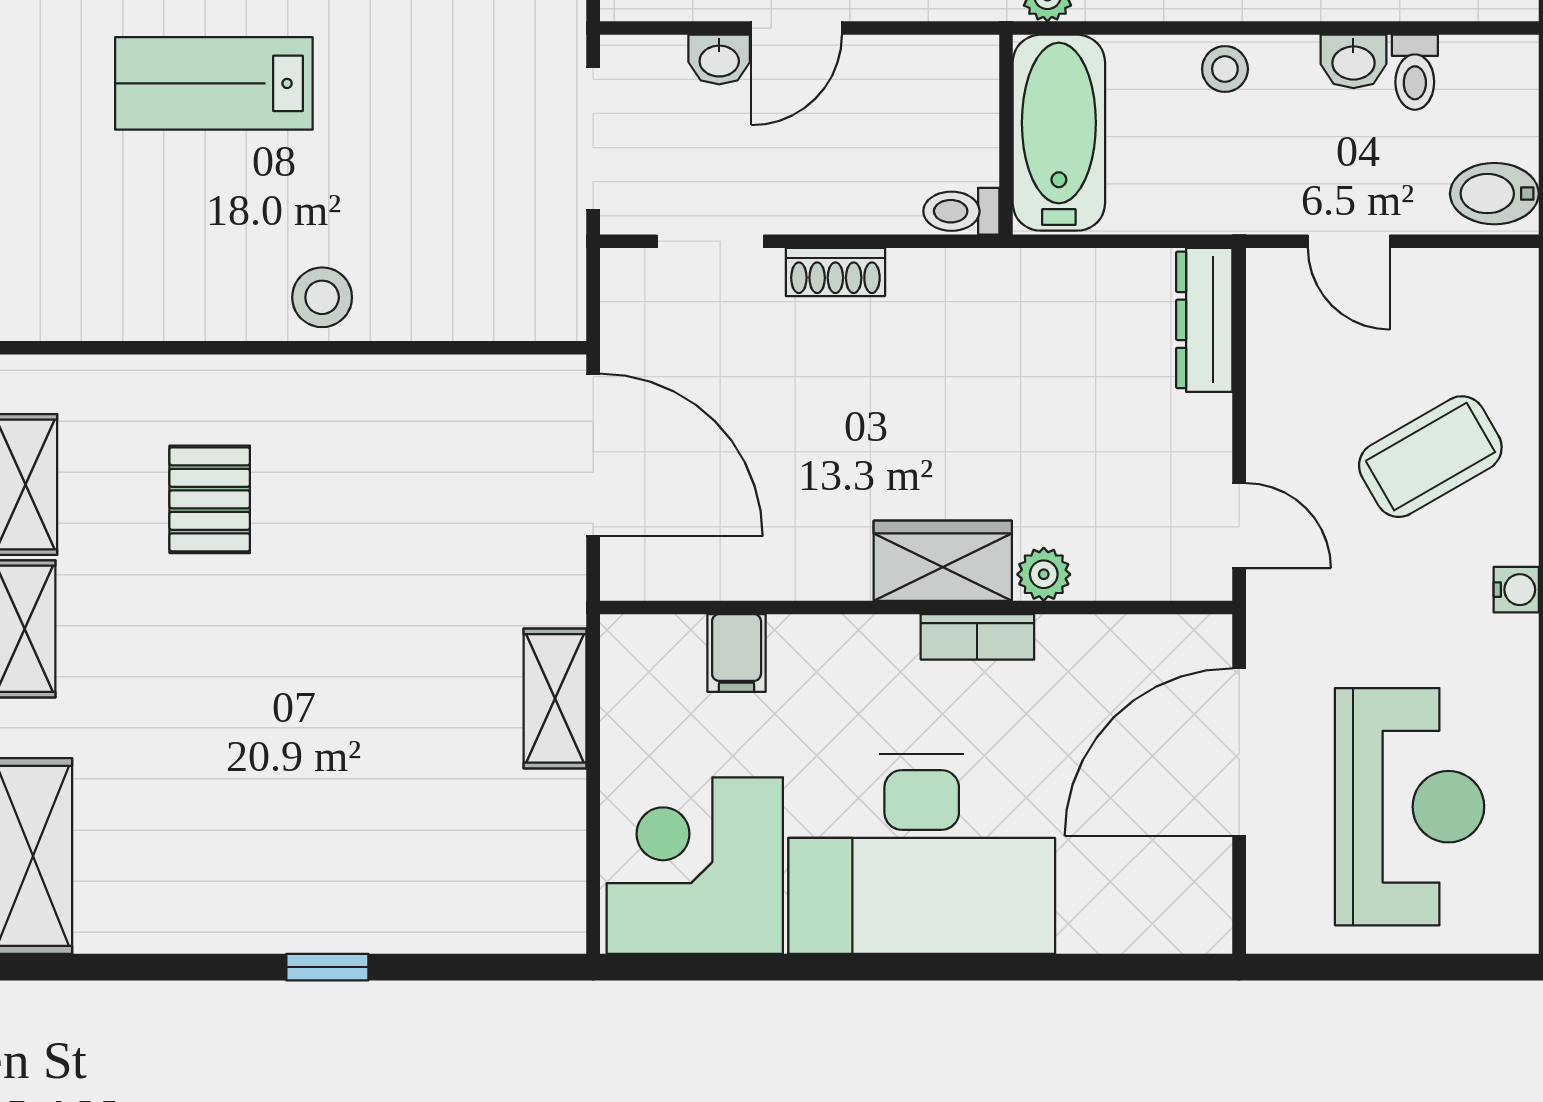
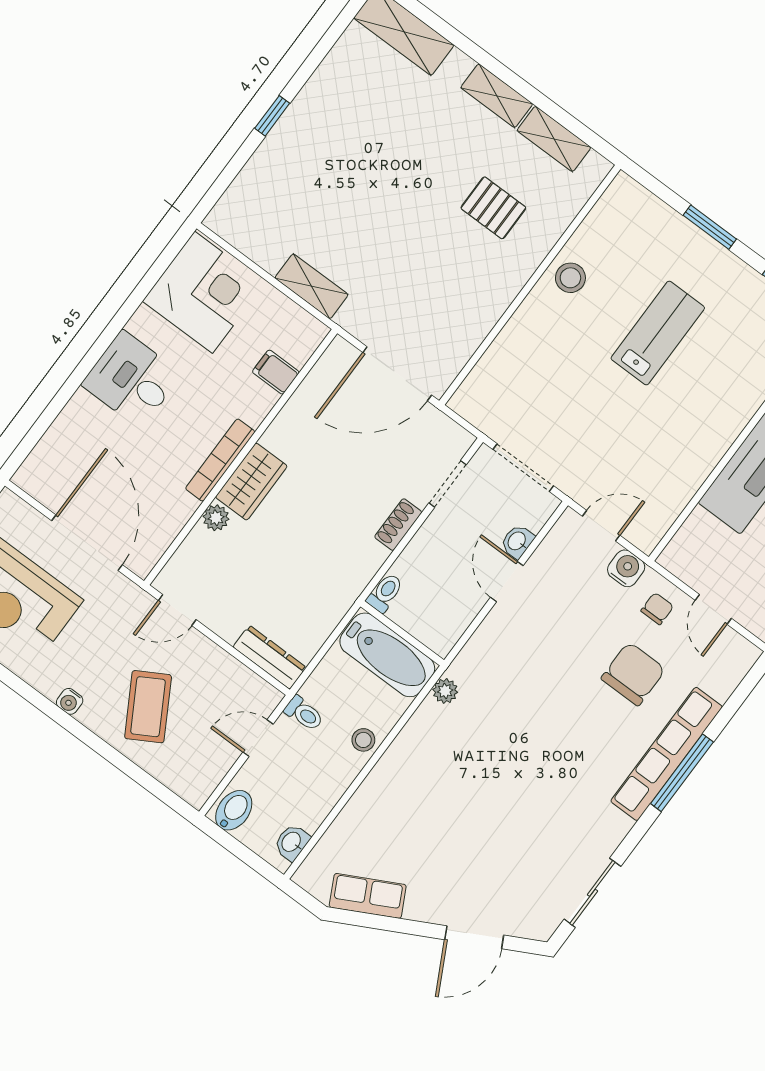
washbasin: (1353, 61) -> (292, 842), moved
toilet: (1415, 72) -> (304, 713), moved, turned 180
stool: (322, 297) -> (570, 278), moved
bookcase: (977, 637) -> (220, 460), width x1.56
desk: (922, 854) -> (132, 379), width x0.53, depth x0.77

